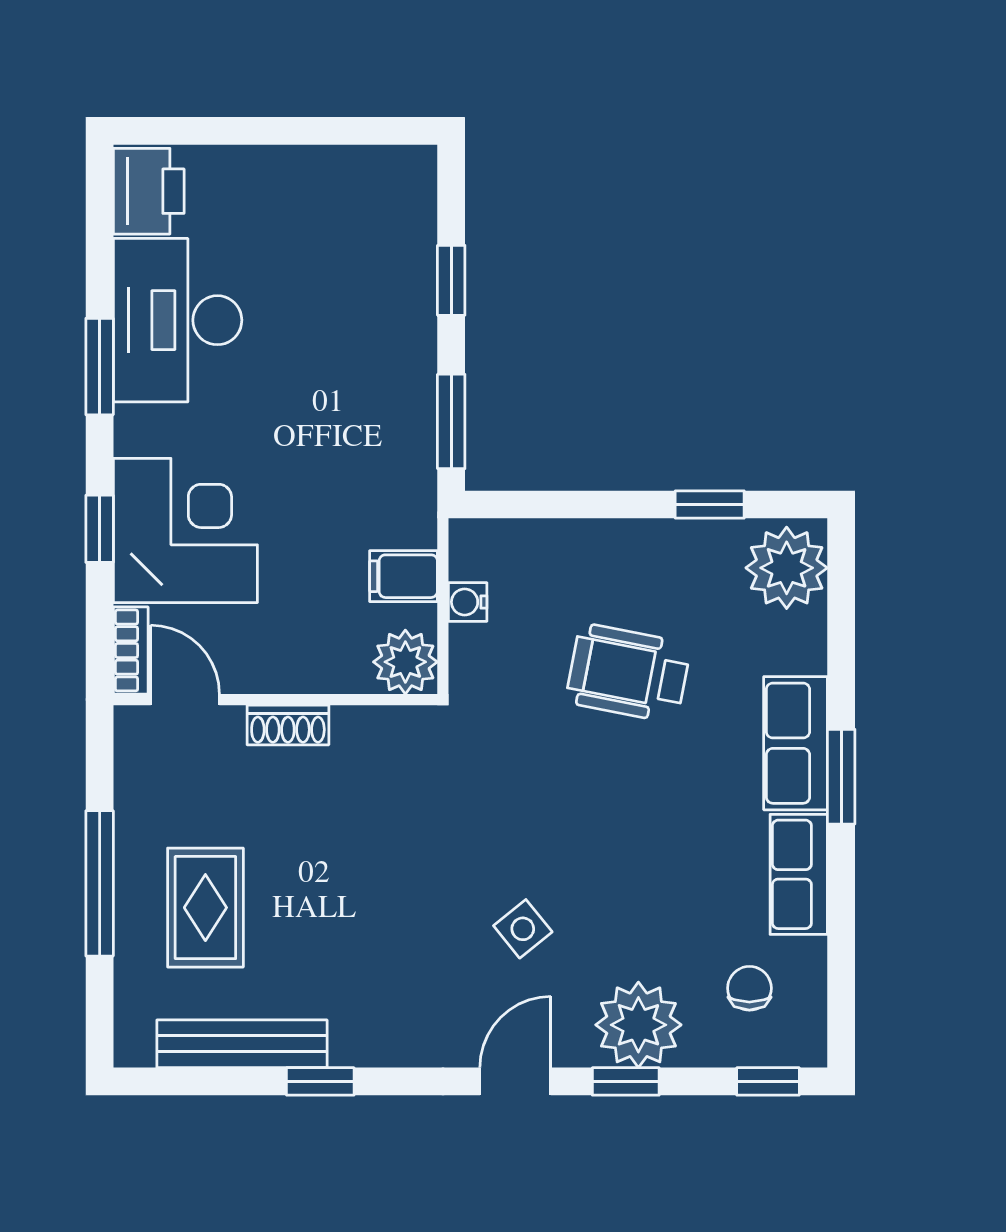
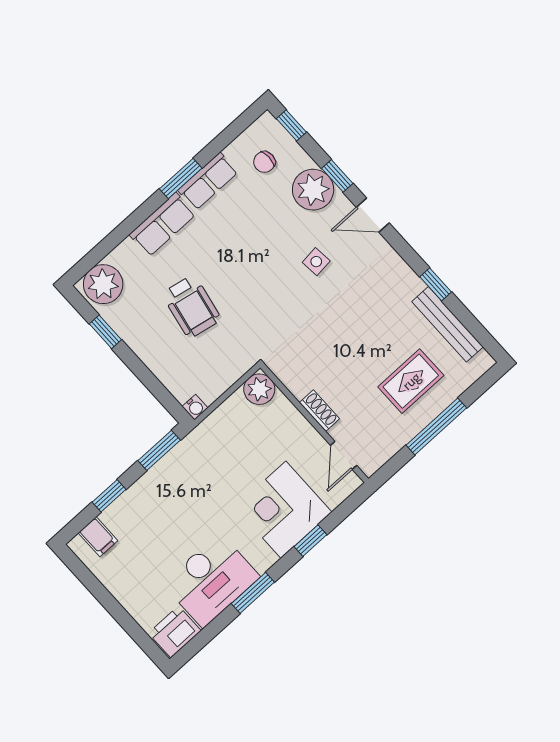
filing cabinet: (404, 576) -> (98, 537), moved
water cooler: (468, 602) -> (195, 407), moved
bookcase: (131, 650) -> (344, 490), removed
window: (841, 777) -> (181, 178), moved
side table: (523, 929) -> (316, 262), turned 33

